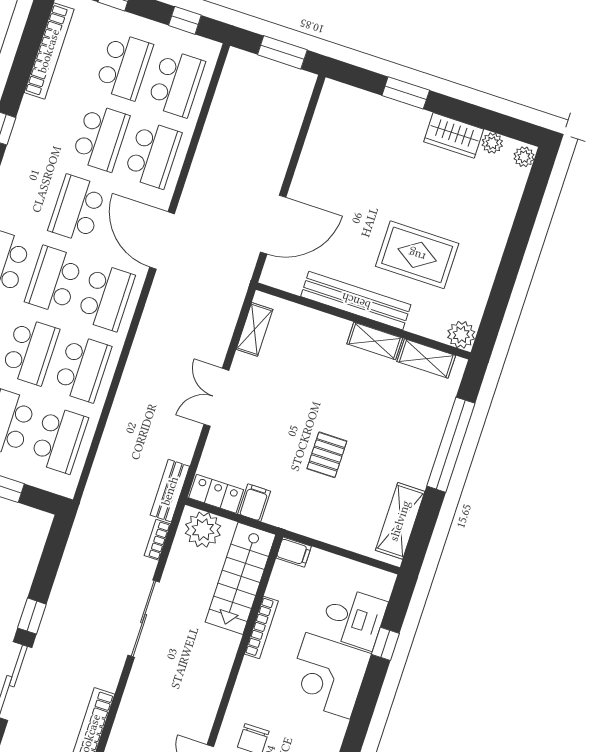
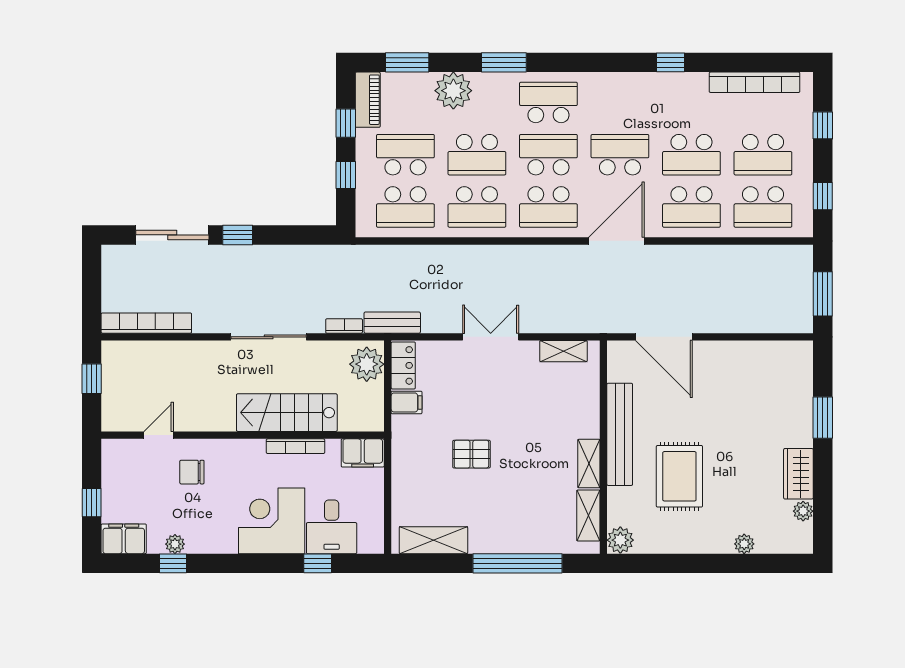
plant: (524, 157) -> (744, 544), moved
filing cabinet: (294, 552) -> (363, 453), width x2.00
stairs: (240, 578) -> (287, 413), moved

